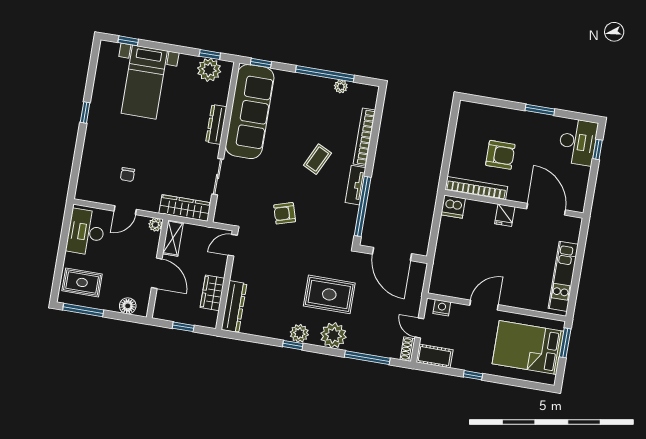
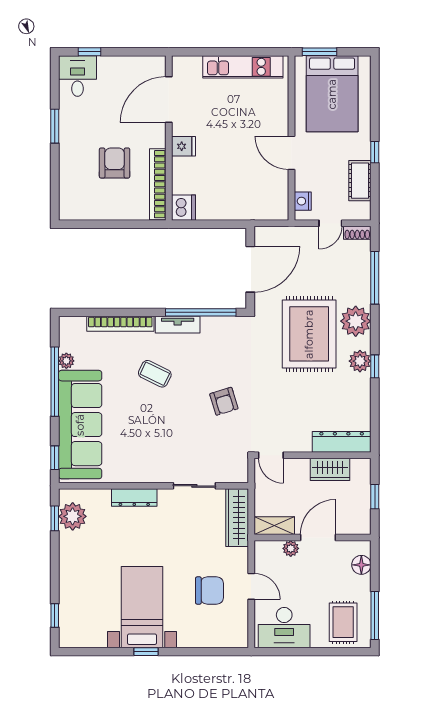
bed with nightstands: (144, 82) -> (142, 607), moved, turned -90
sofa: (250, 112) -> (80, 425), moved, turned 90
desk: (578, 142) -> (77, 76), width x0.73
chair: (127, 175) -> (209, 590), width x1.87, depth x1.87
plant: (155, 225) -> (291, 548), moved
rug: (329, 294) -> (309, 334), width x1.37, depth x1.44
cot: (435, 356) -> (360, 181), moved

